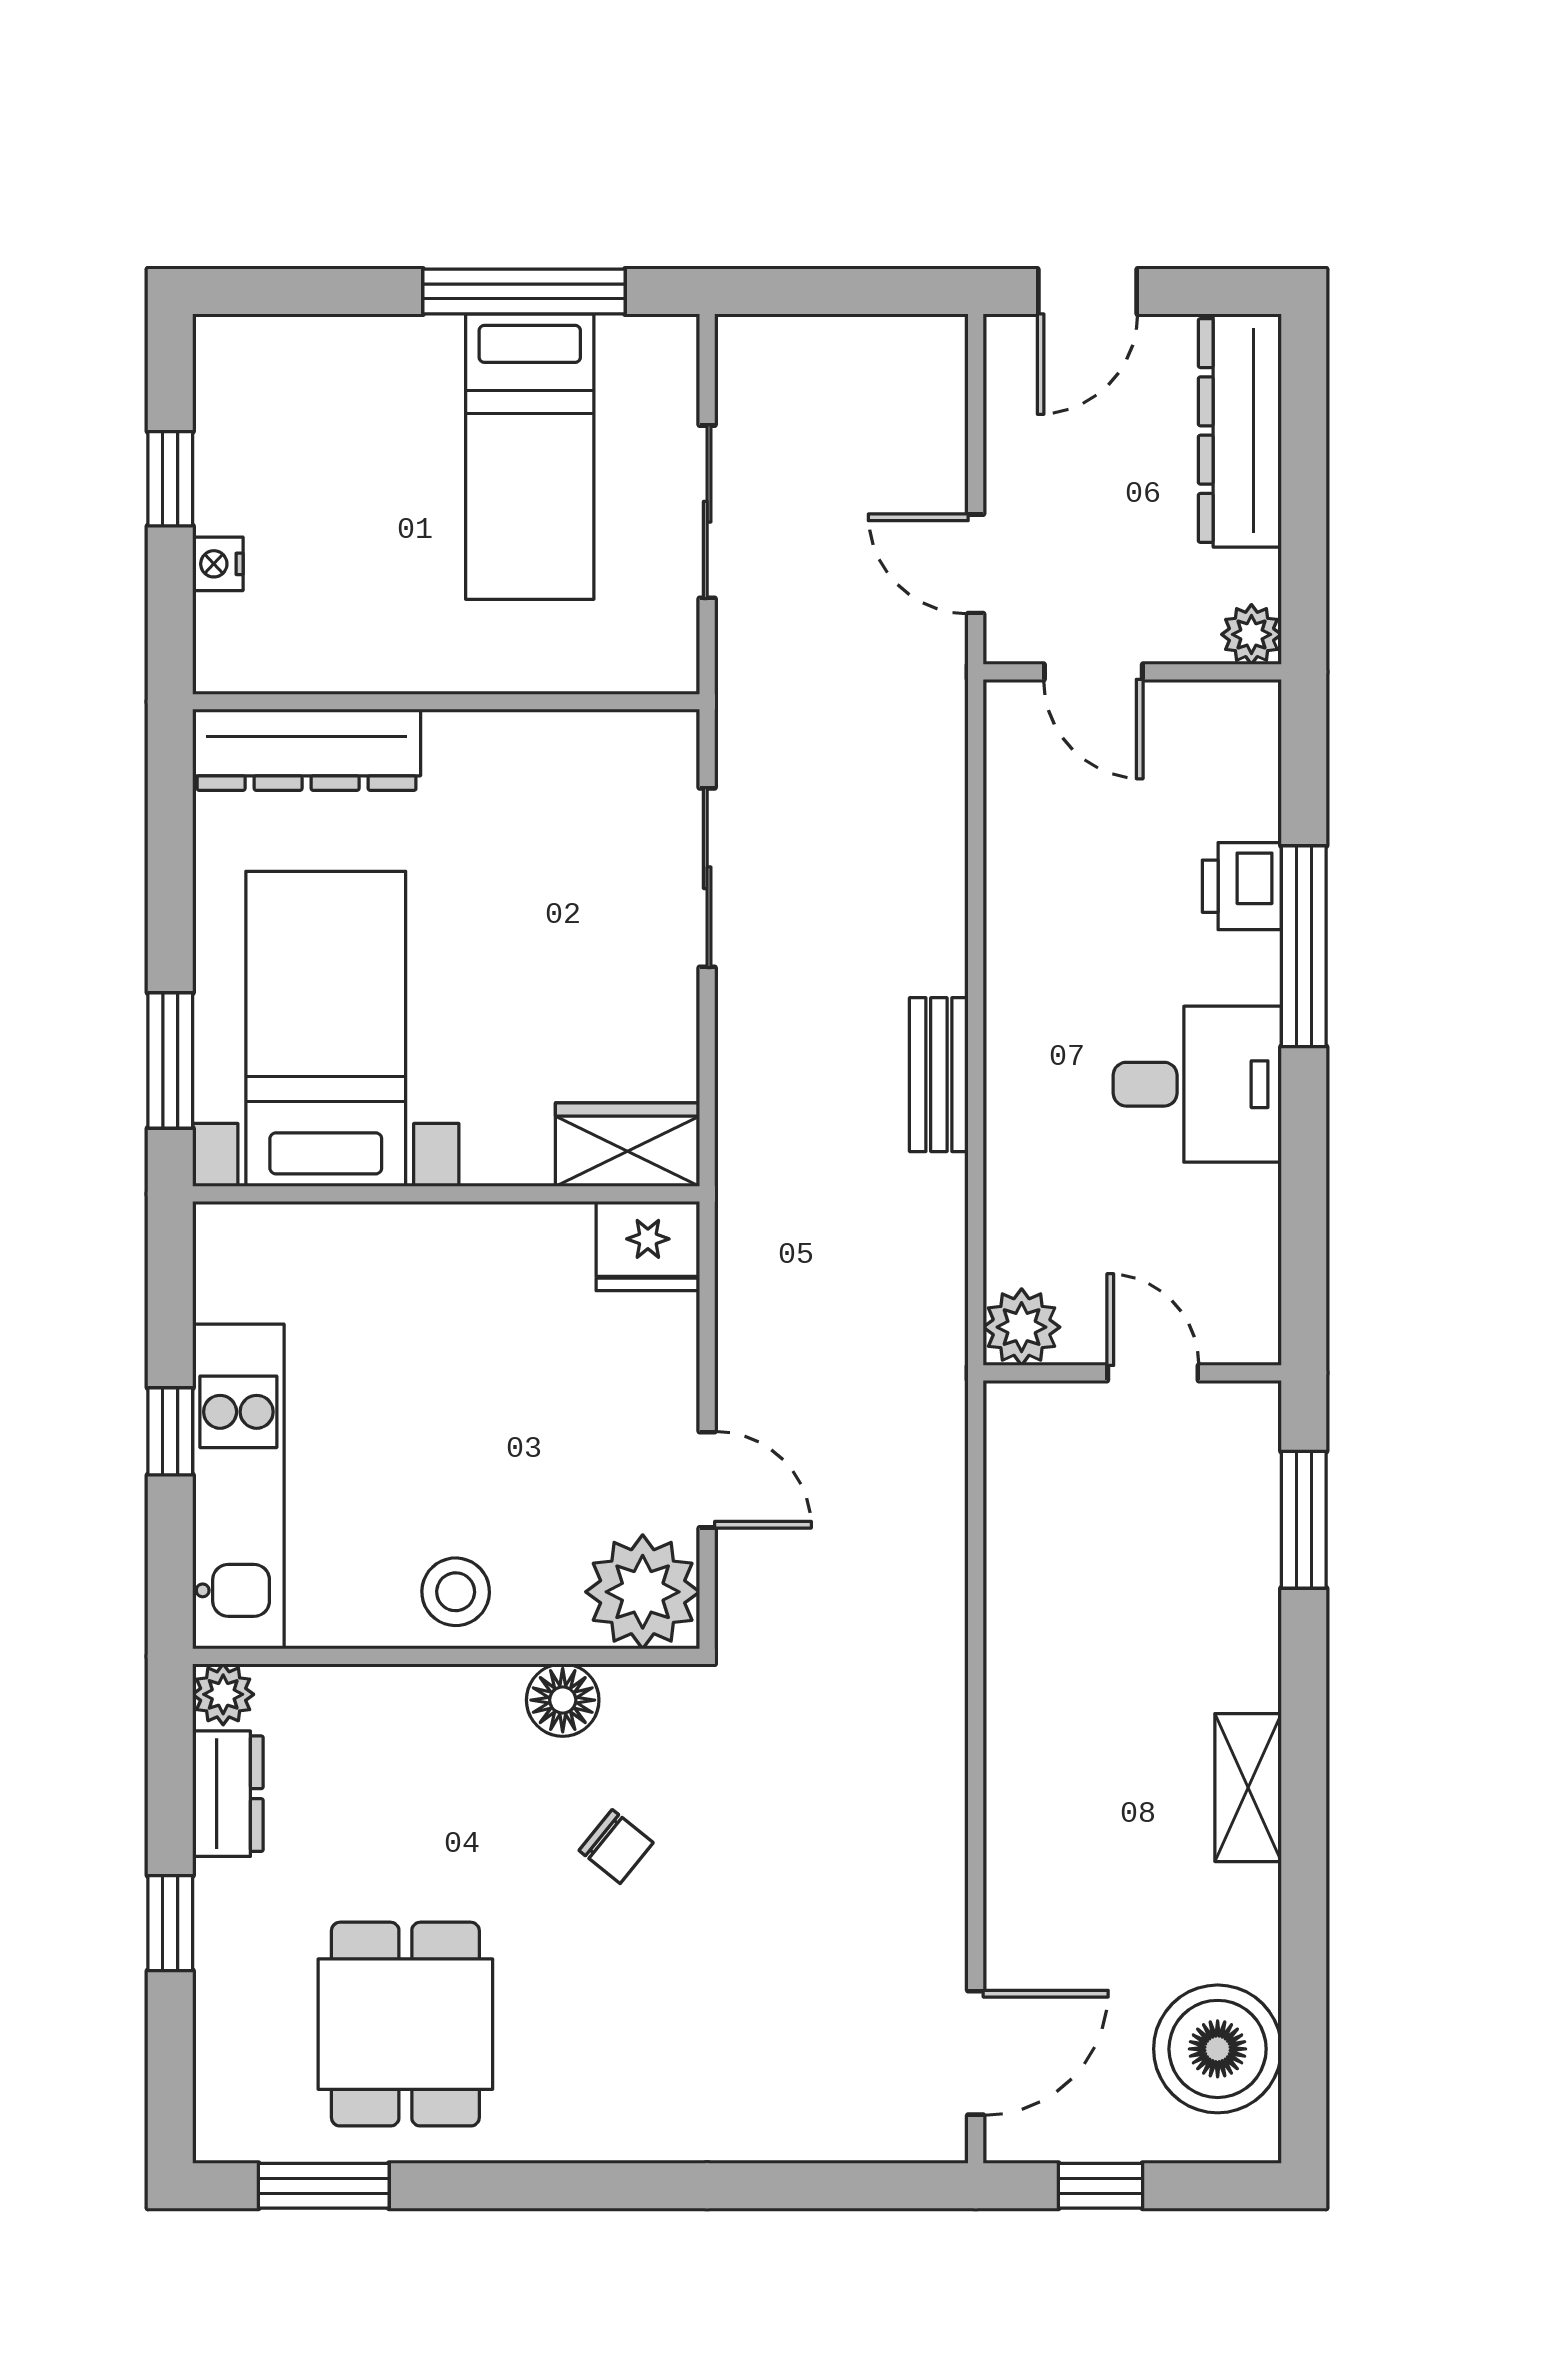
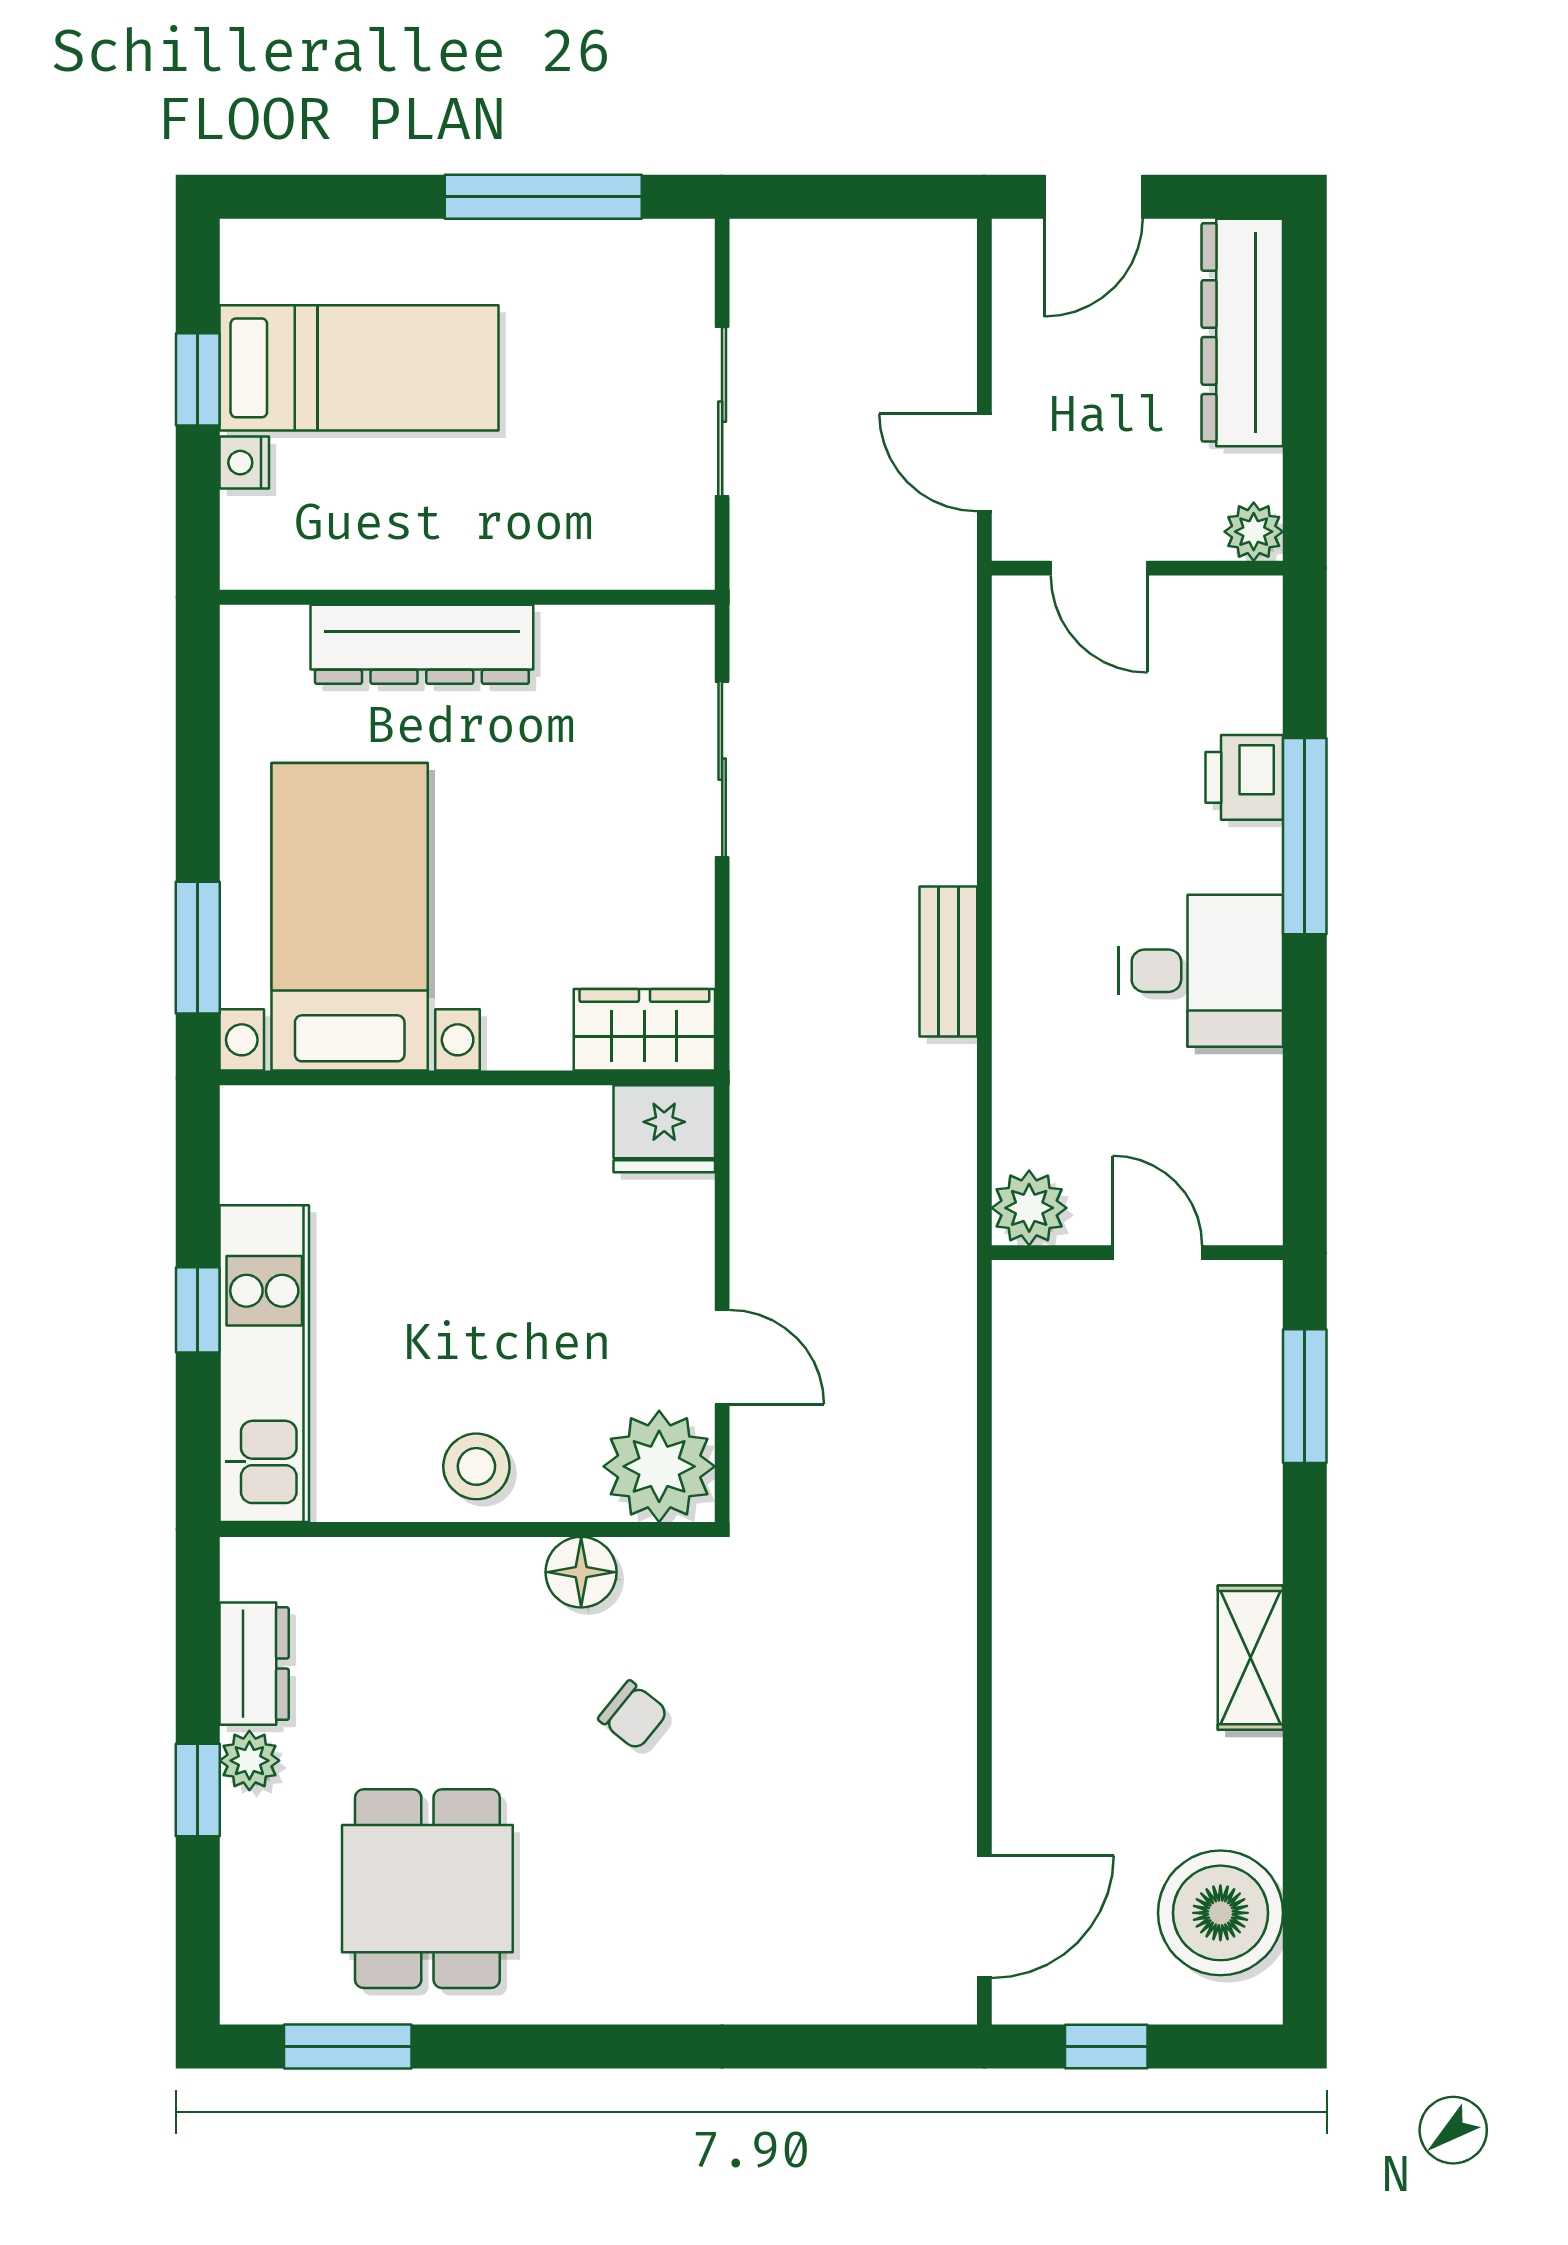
bed: (530, 457) -> (359, 368), moved, turned -90
dresser: (307, 750) -> (422, 644), moved
plant: (223, 1694) -> (249, 1761), moved

